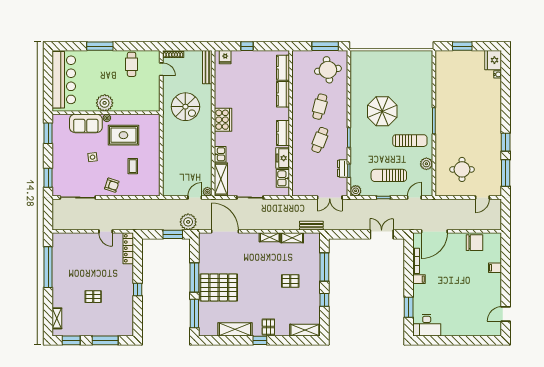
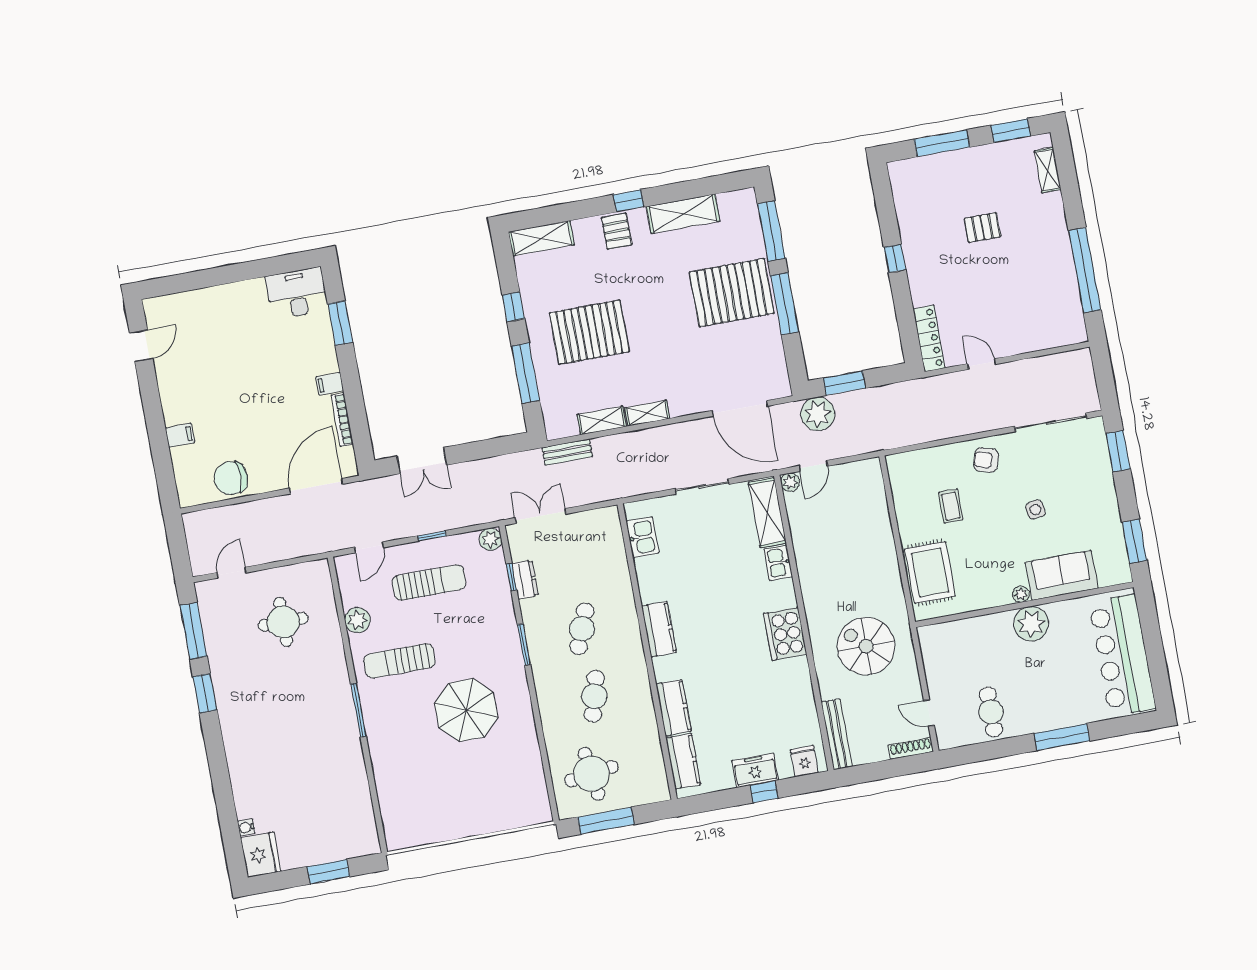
rug: (123, 135) -> (930, 572), moved, turned 90
freezer: (283, 158) -> (755, 770), moved, turned -90
pallet: (290, 281) -> (589, 332), width x2.05, depth x2.00

